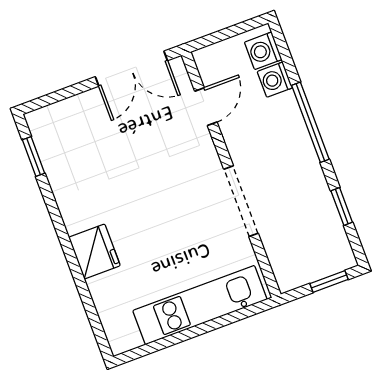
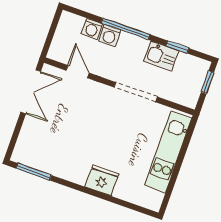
washing machine: (263, 51) -> (110, 36), moved
window: (33, 156) -> (34, 172), width x1.50
kitchen sink: (314, 195) -> (161, 56), added

